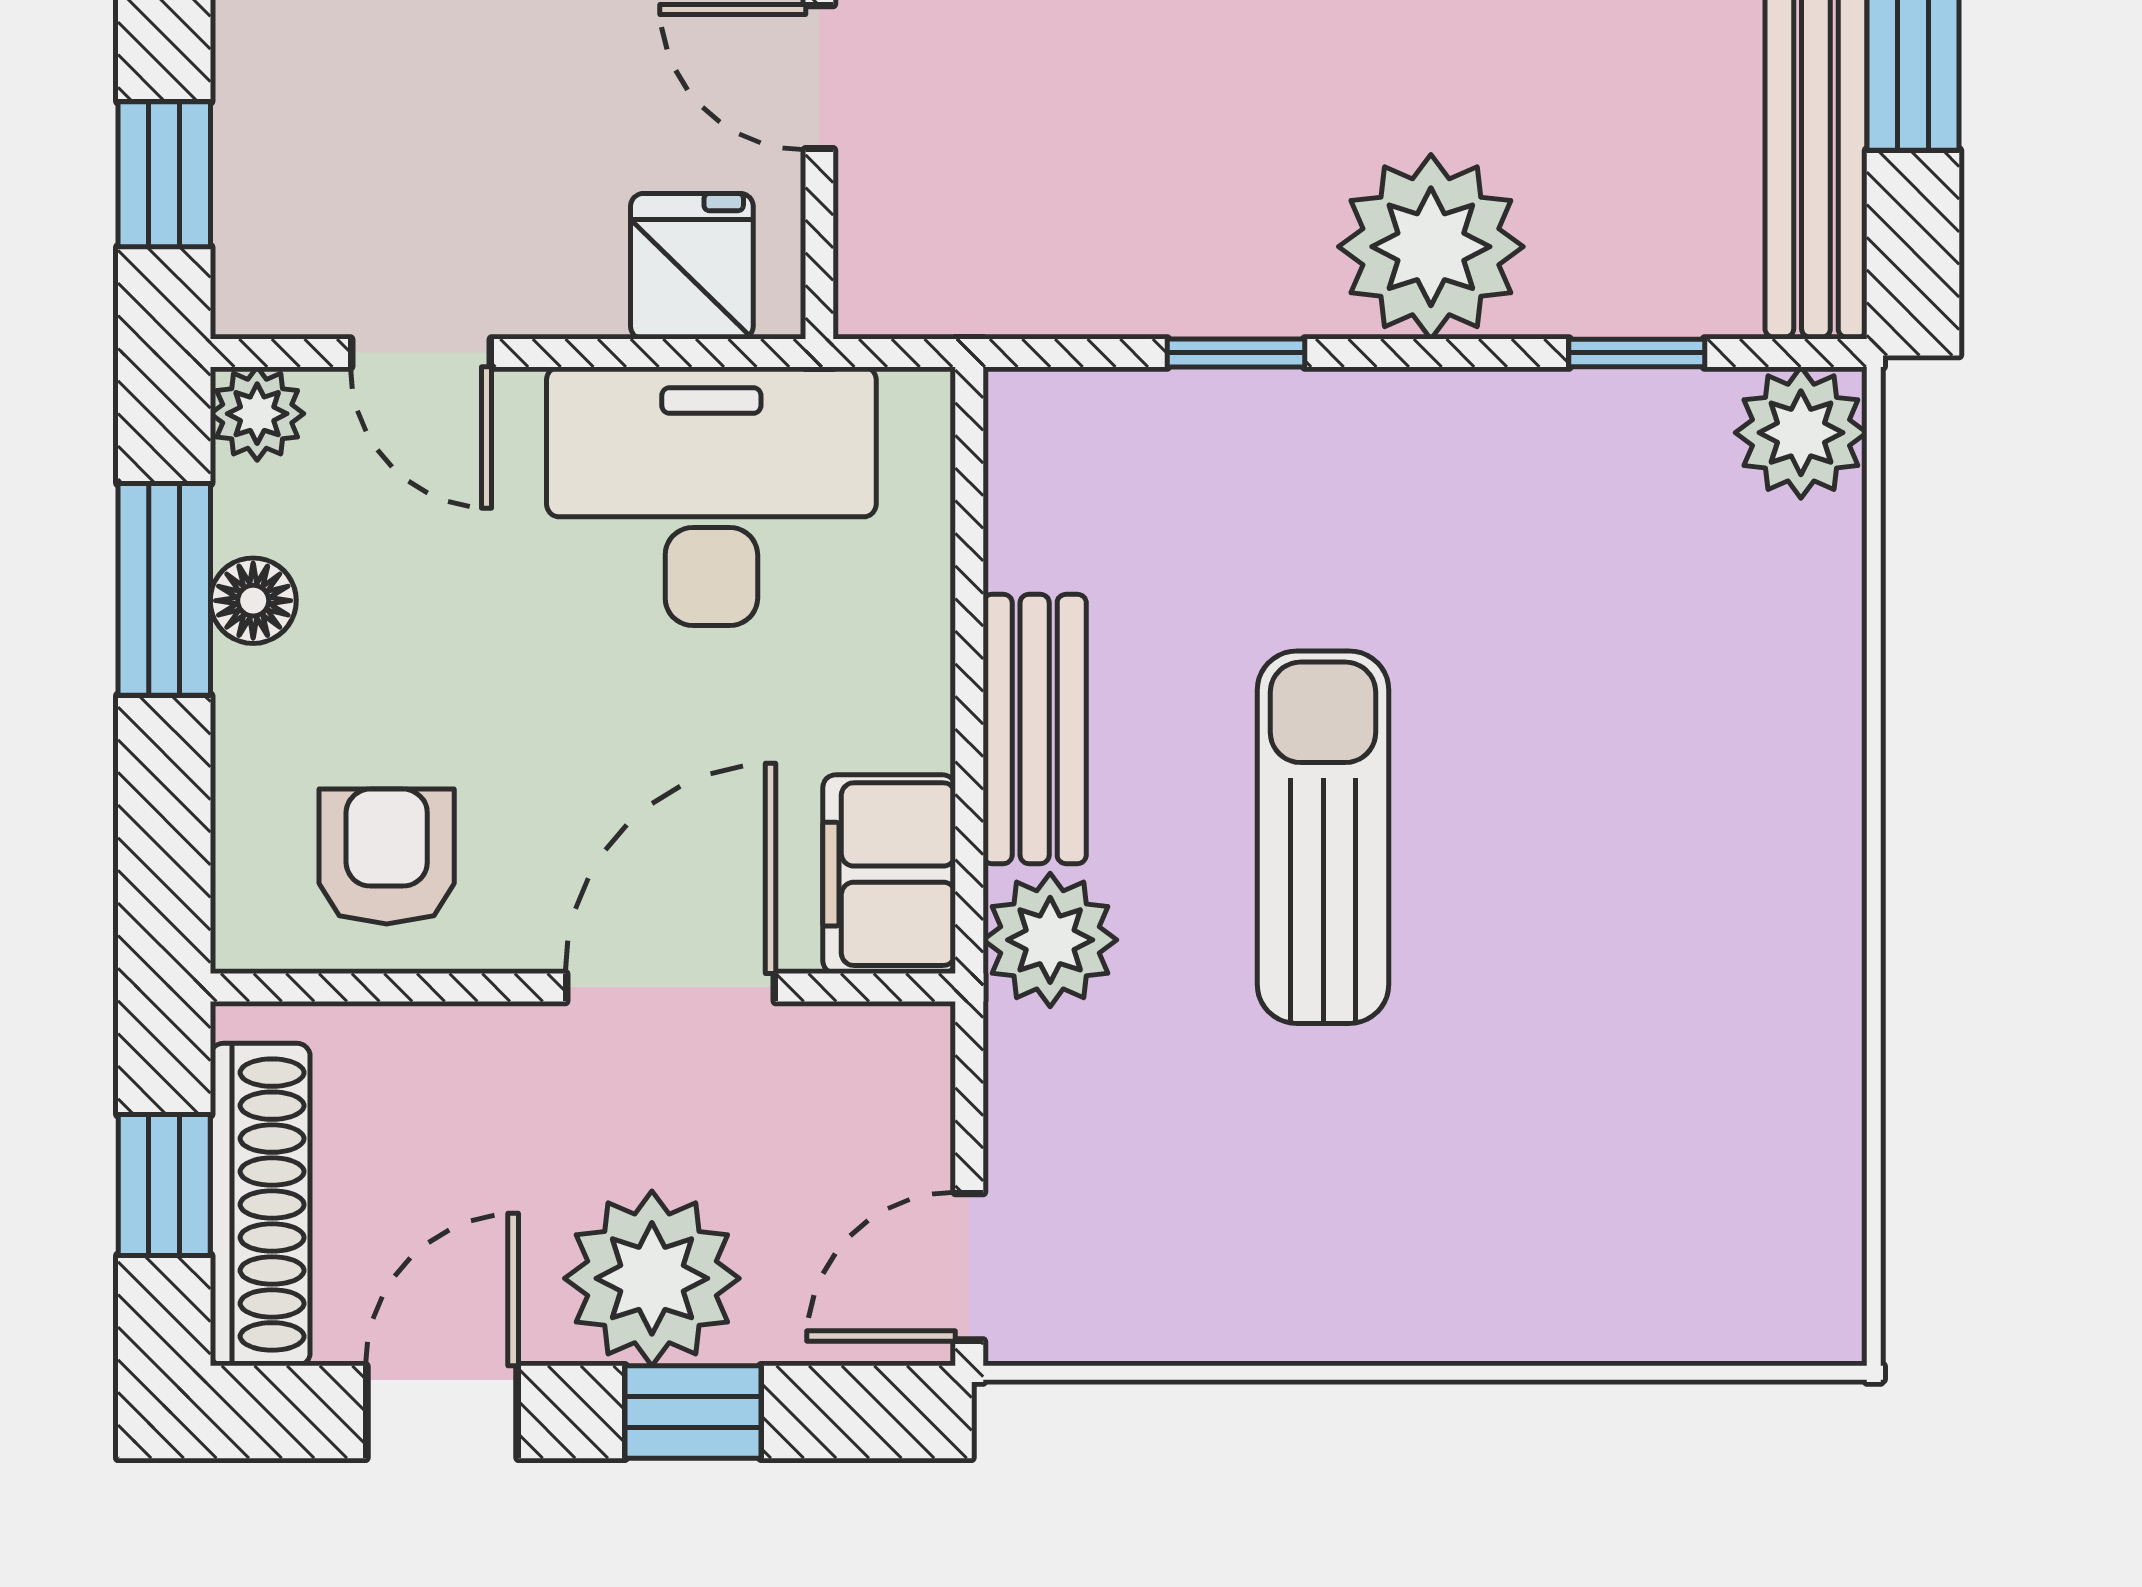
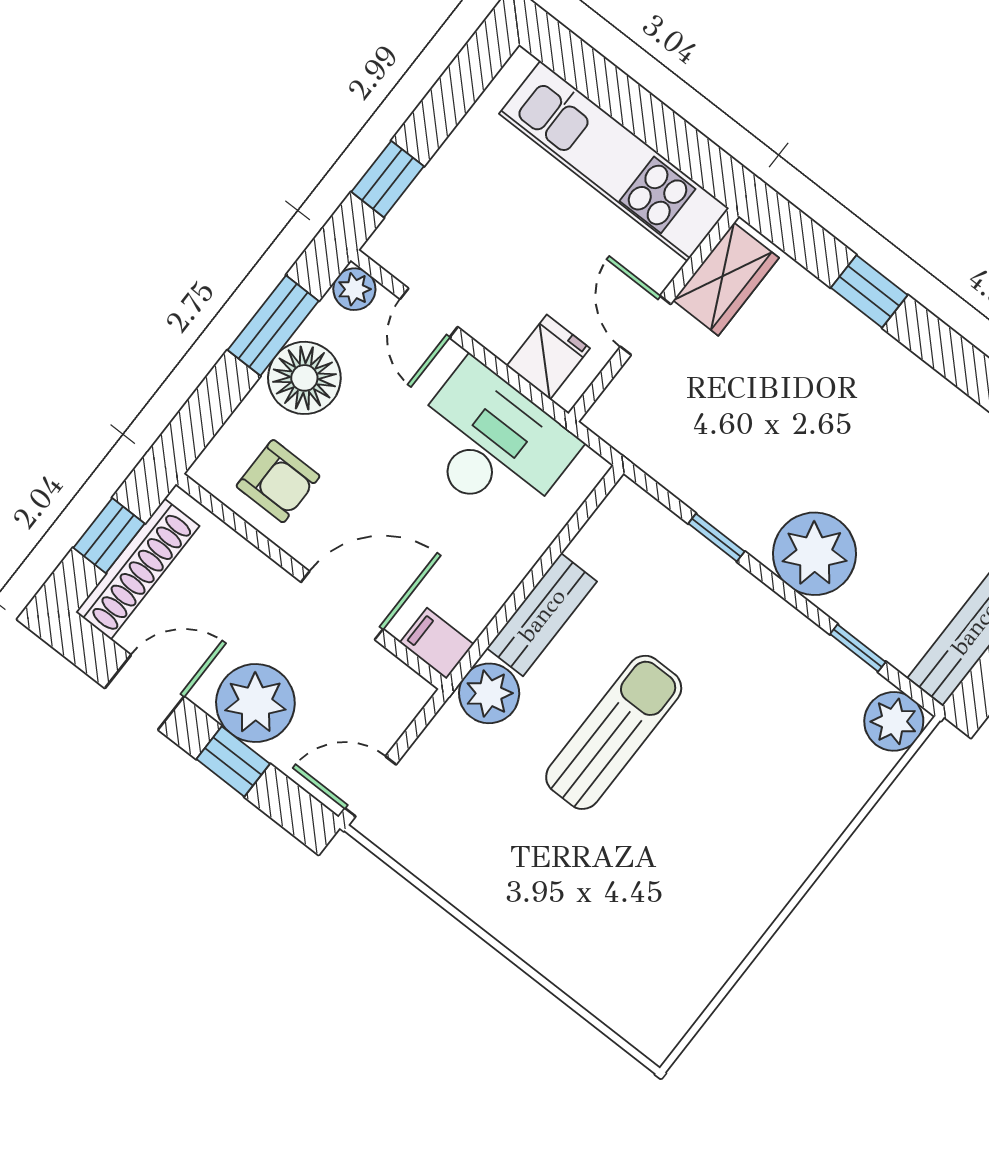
floor lamp: (253, 601) -> (304, 378), width x1.89, depth x1.89
armchair: (387, 856) -> (278, 481), turned 90
filing cabinet: (889, 874) -> (437, 643), width x0.50

